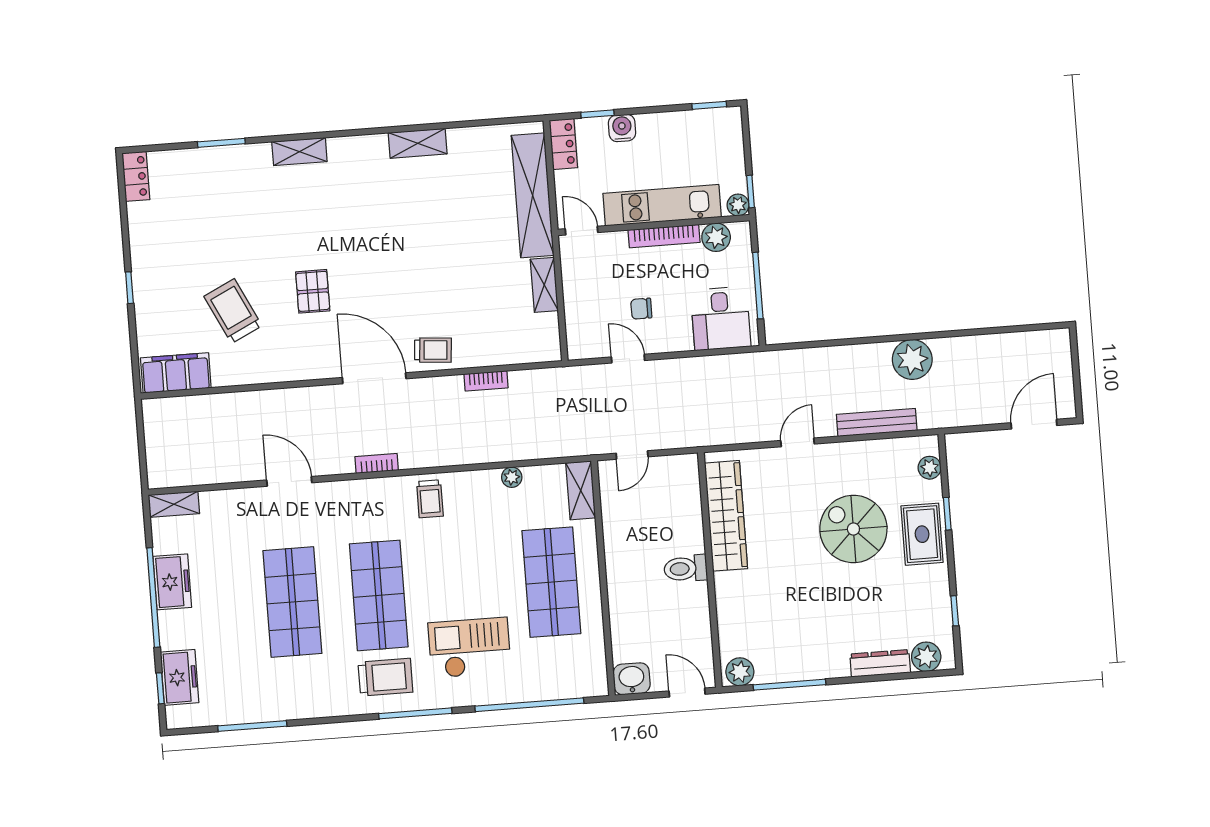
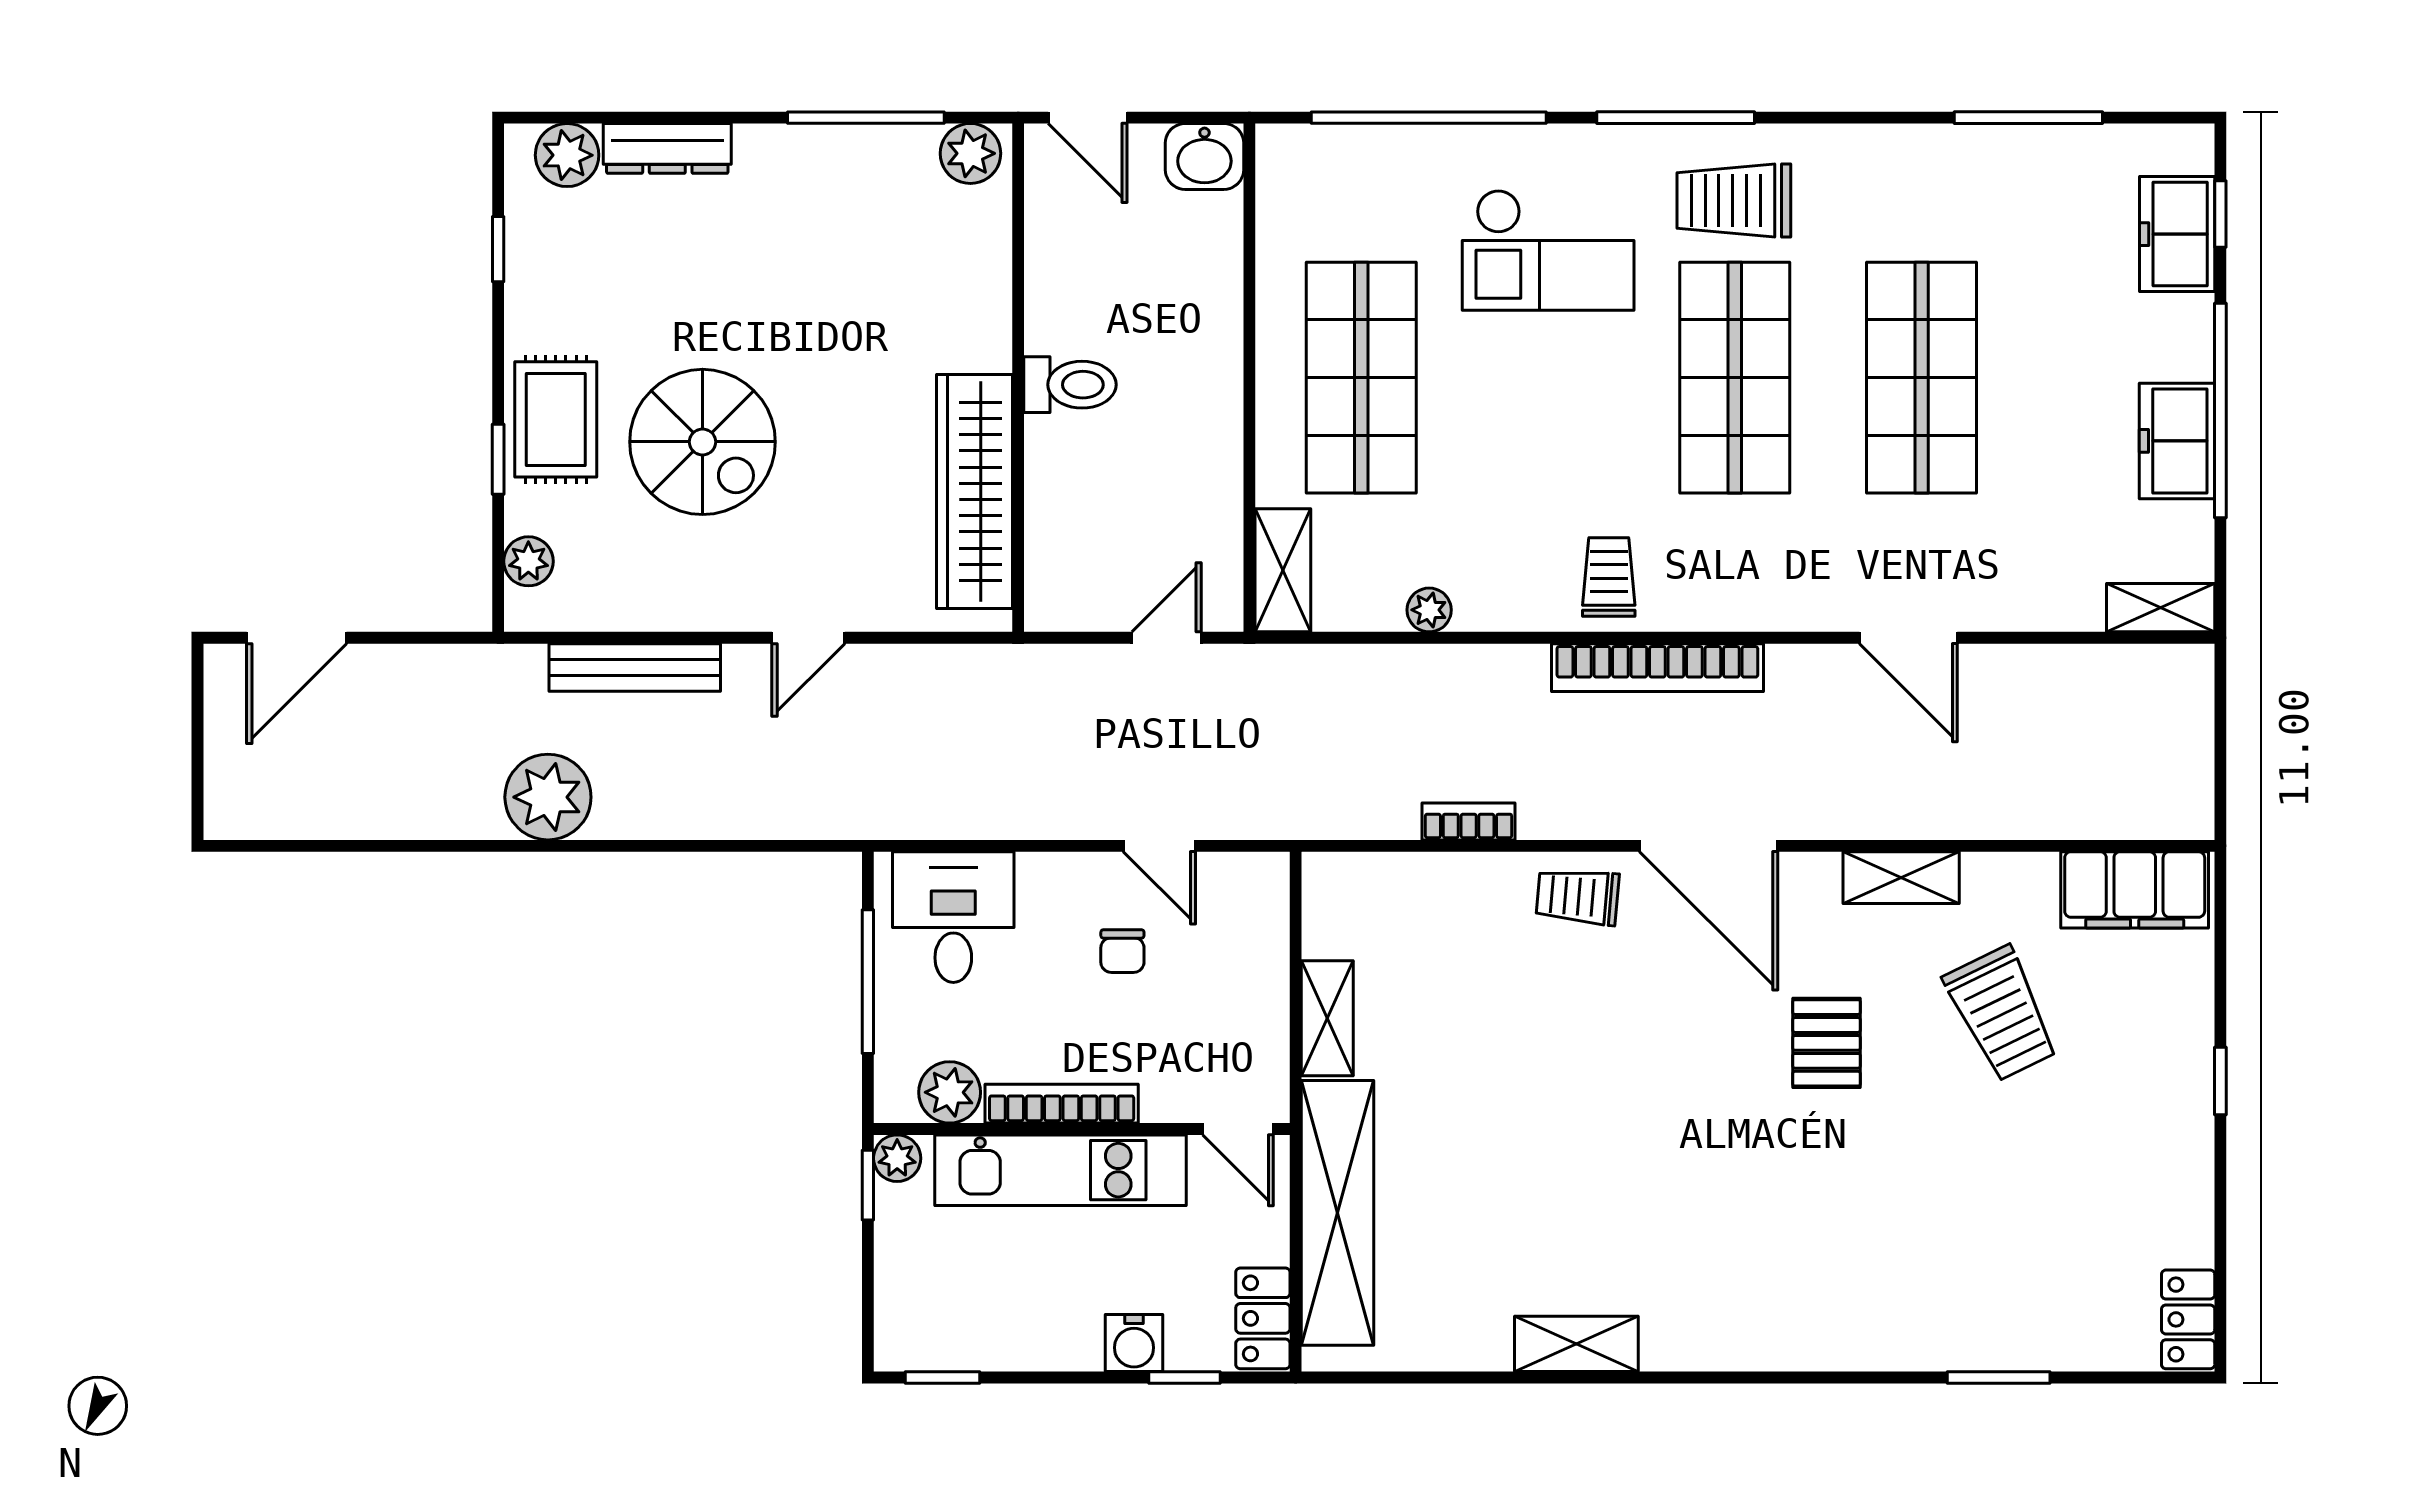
shelving: (299, 152) -> (1901, 878), moved
chair: (641, 309) -> (1122, 951), turned 90
bookcase: (377, 463) -> (1657, 668), width x2.31, depth x1.31

